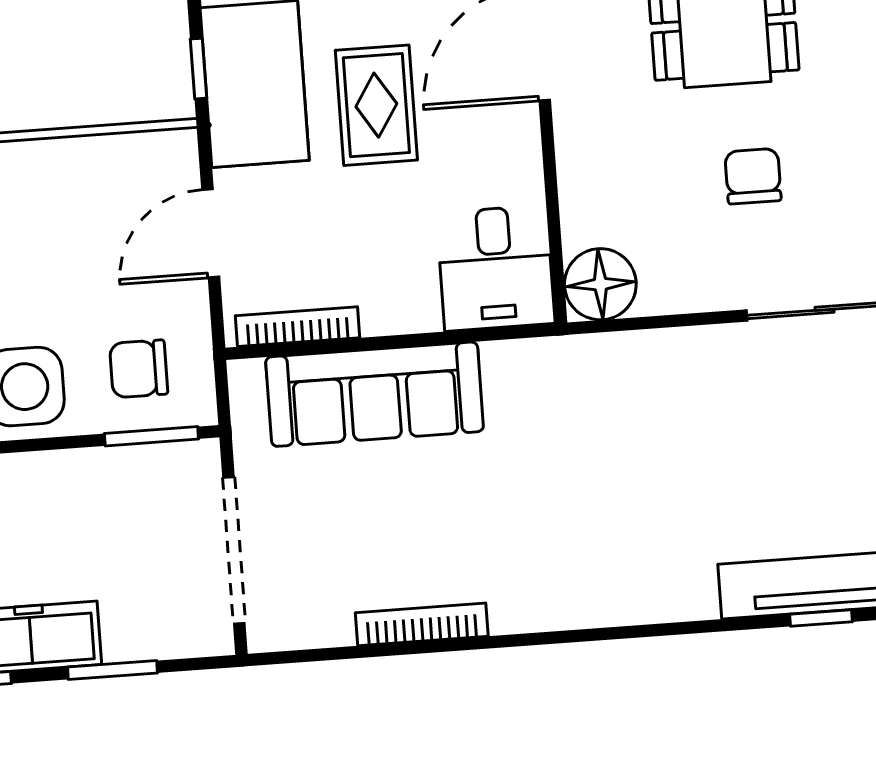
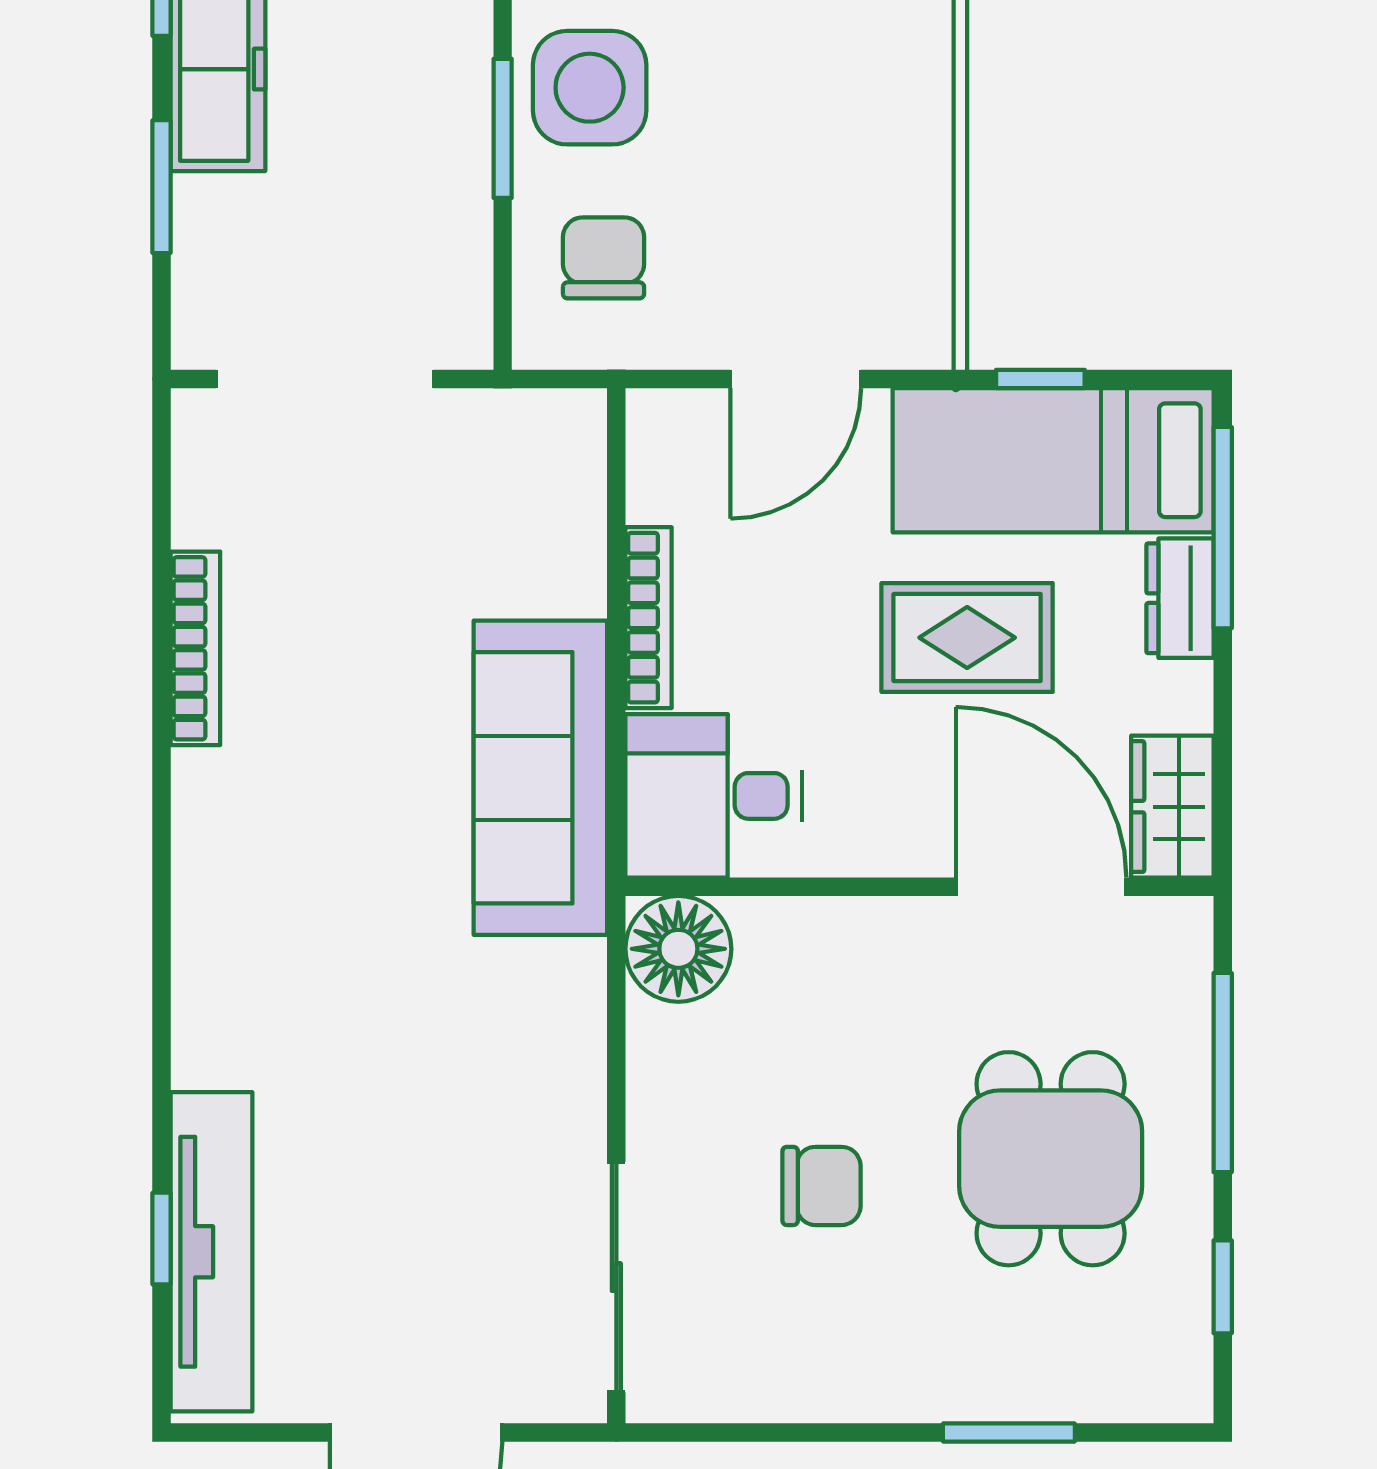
door: (211, 233) -> (796, 379), swing flipped
bookcase: (298, 327) -> (649, 618), moved
sofa: (375, 394) -> (540, 778), moved
window: (151, 436) -> (503, 128), moved

